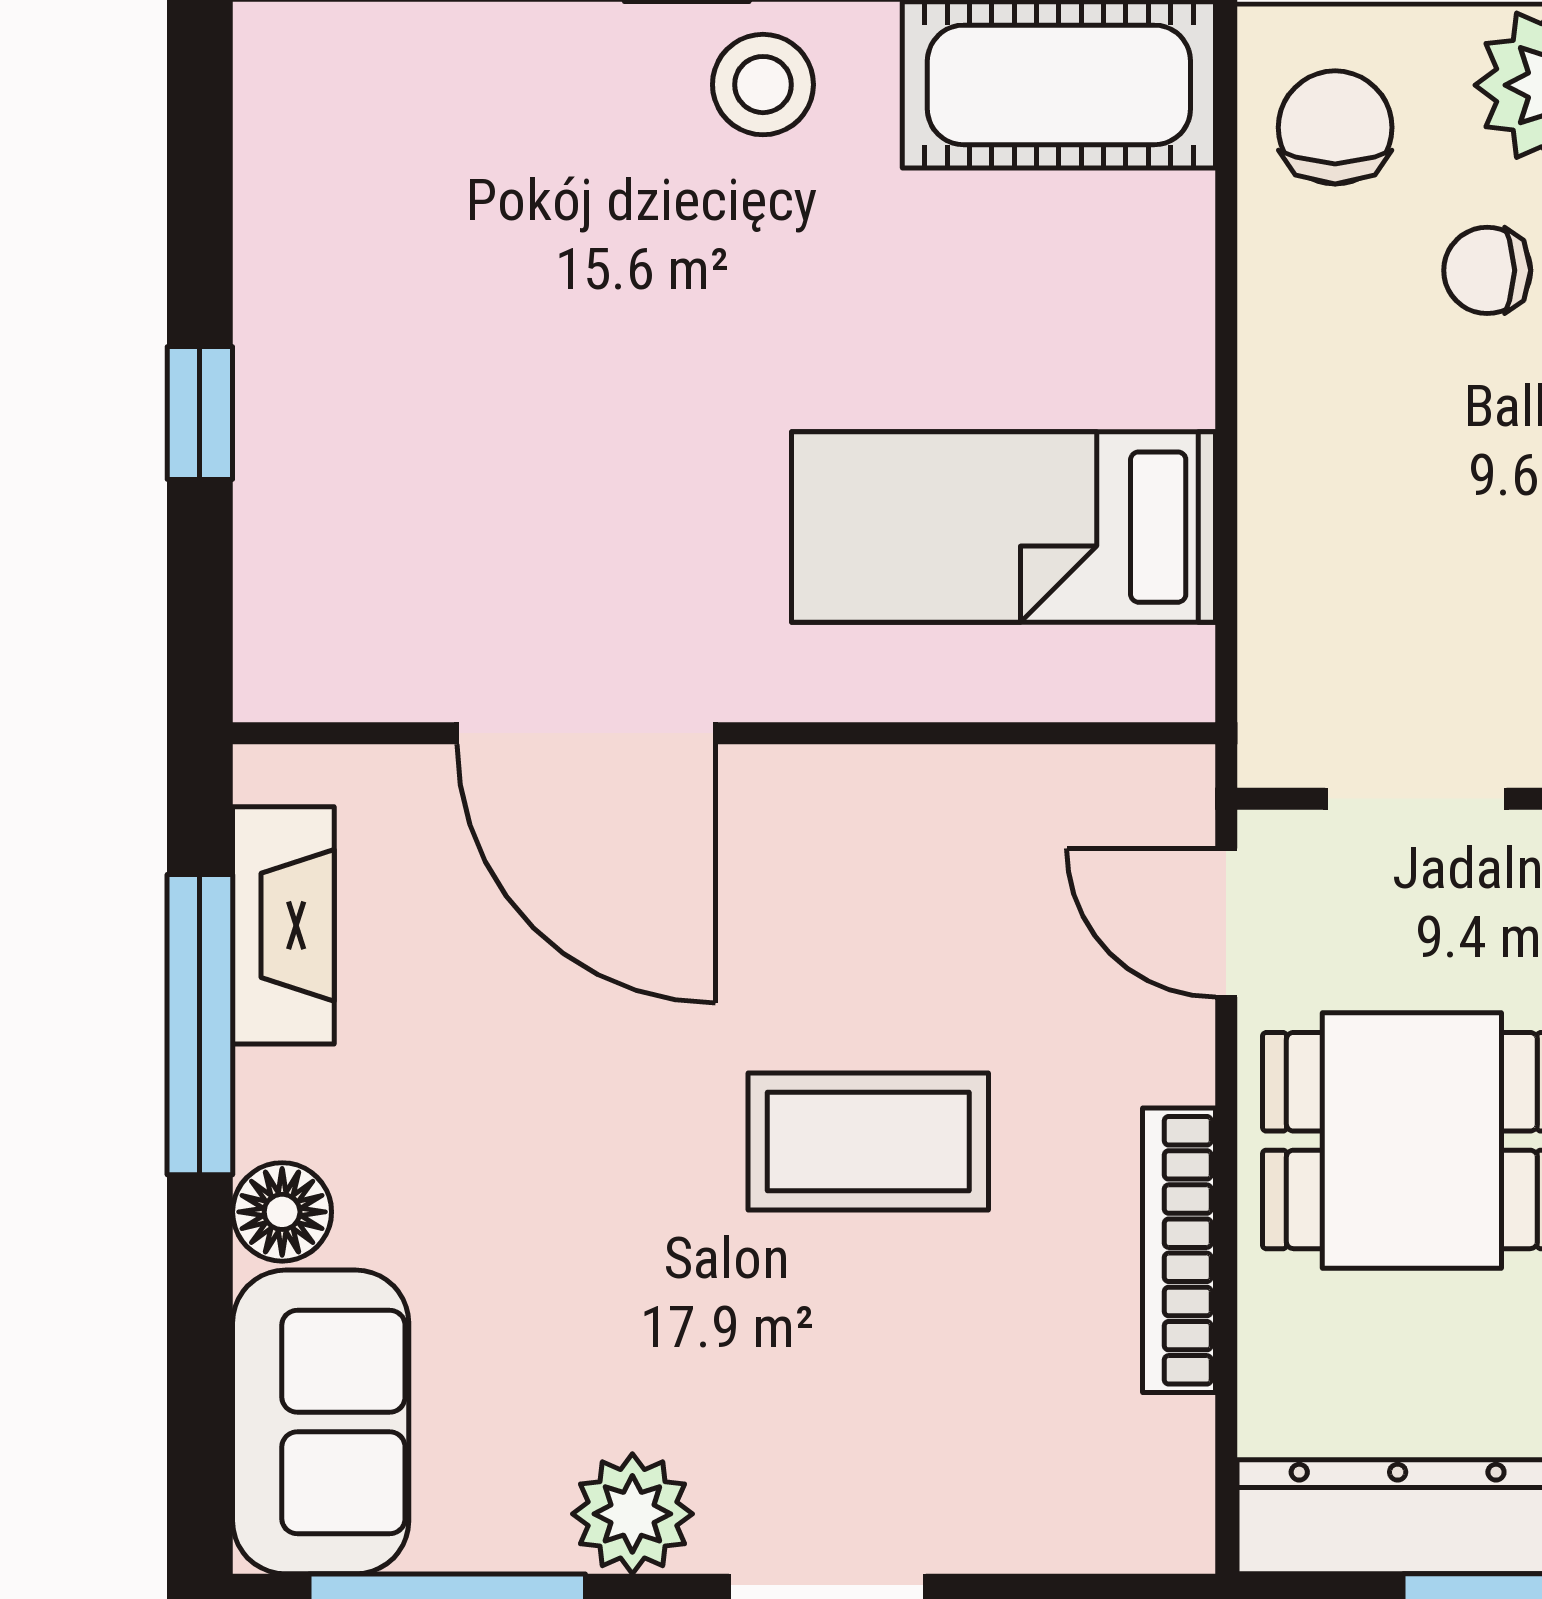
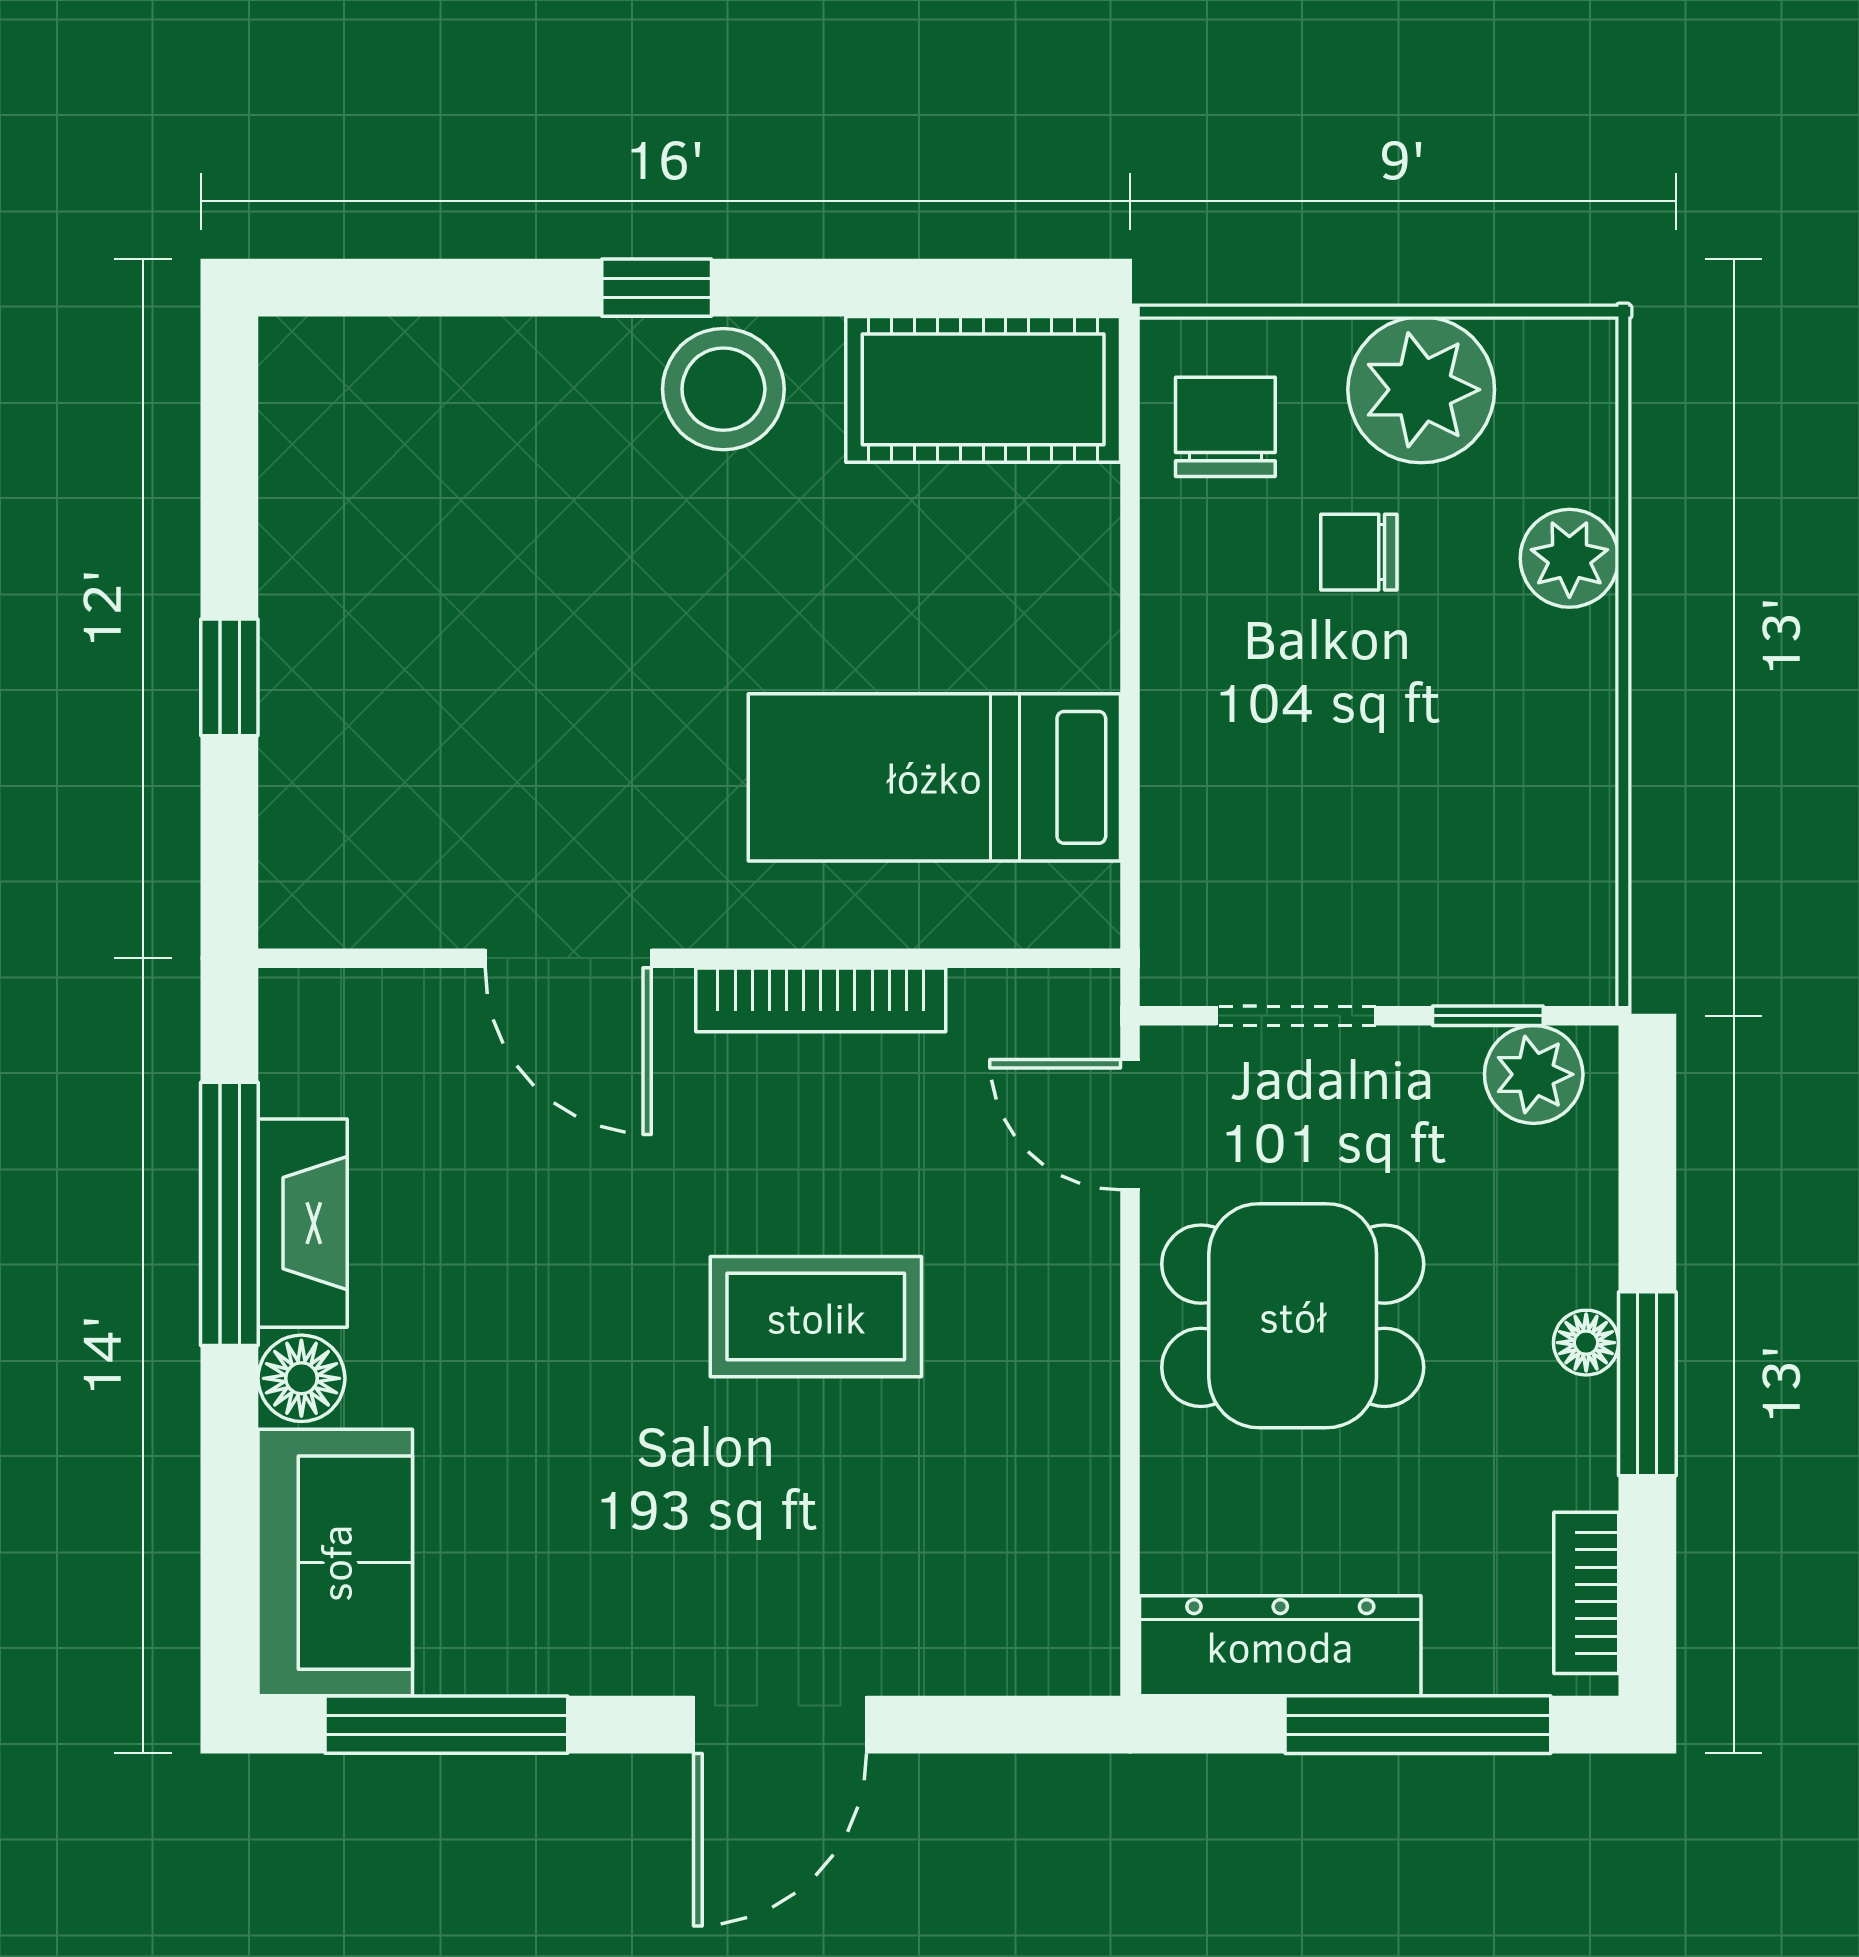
stool: (763, 85) -> (723, 389), width x1.38, depth x1.38
door: (586, 733) -> (568, 958), width x0.73
fireplace: (283, 925) -> (303, 1223), moved
bookcase: (1179, 1250) -> (821, 1000), moved, turned -90
plant: (632, 1514) -> (609, 1643), removed

